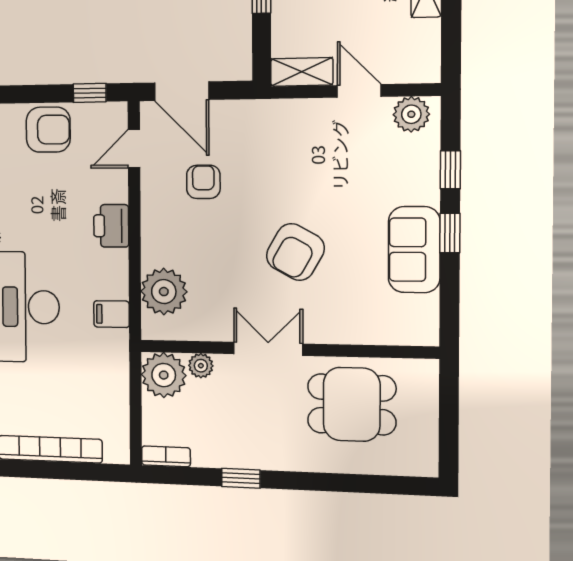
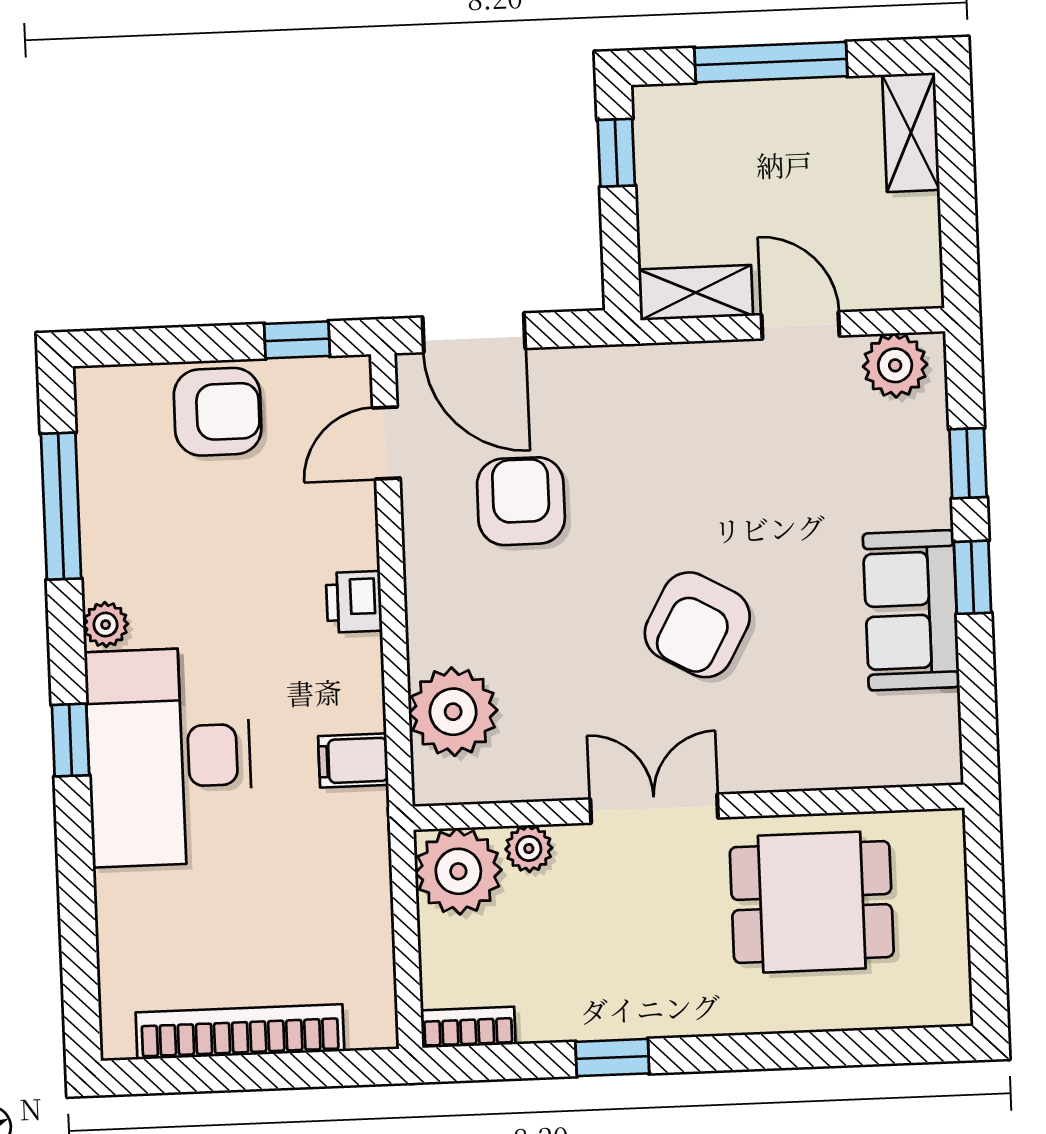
armchair: (203, 182) -> (521, 501), width x1.38, depth x1.38
printer: (111, 226) -> (354, 602), width x0.73, depth x0.81

